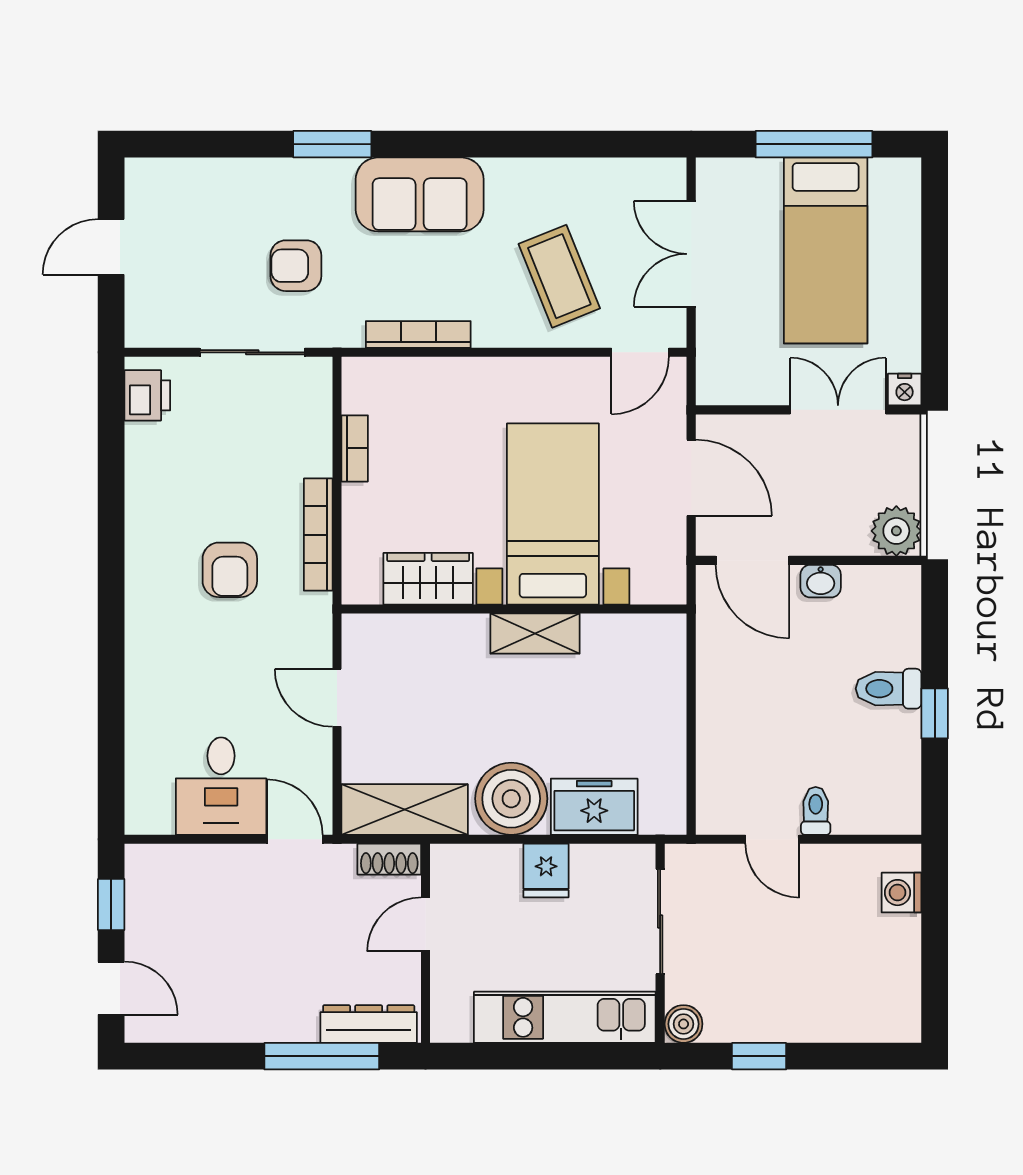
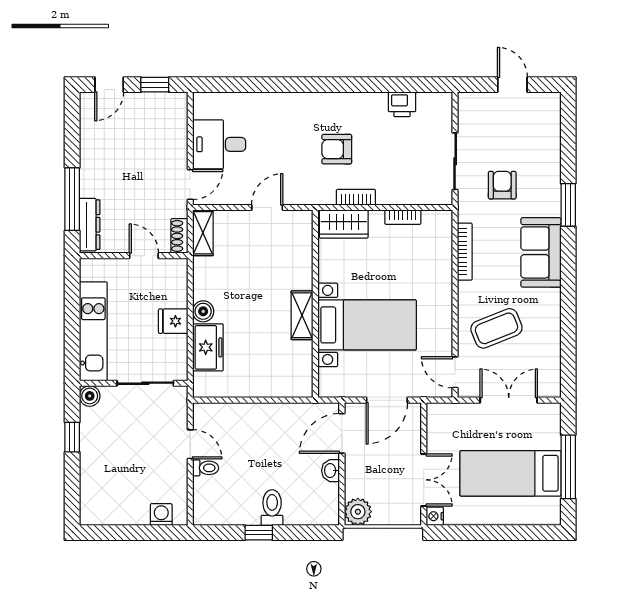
printer: (147, 395) -> (402, 104), moved
bookcase: (318, 535) -> (356, 197), width x0.64
wardrobe: (428, 579) -> (344, 224), moved, turned 90
boiler: (511, 799) -> (203, 311), width x0.54, depth x0.54
shelving: (405, 810) -> (203, 233), width x0.67, depth x0.75
door: (772, 839) -> (190, 444), swing flipped

